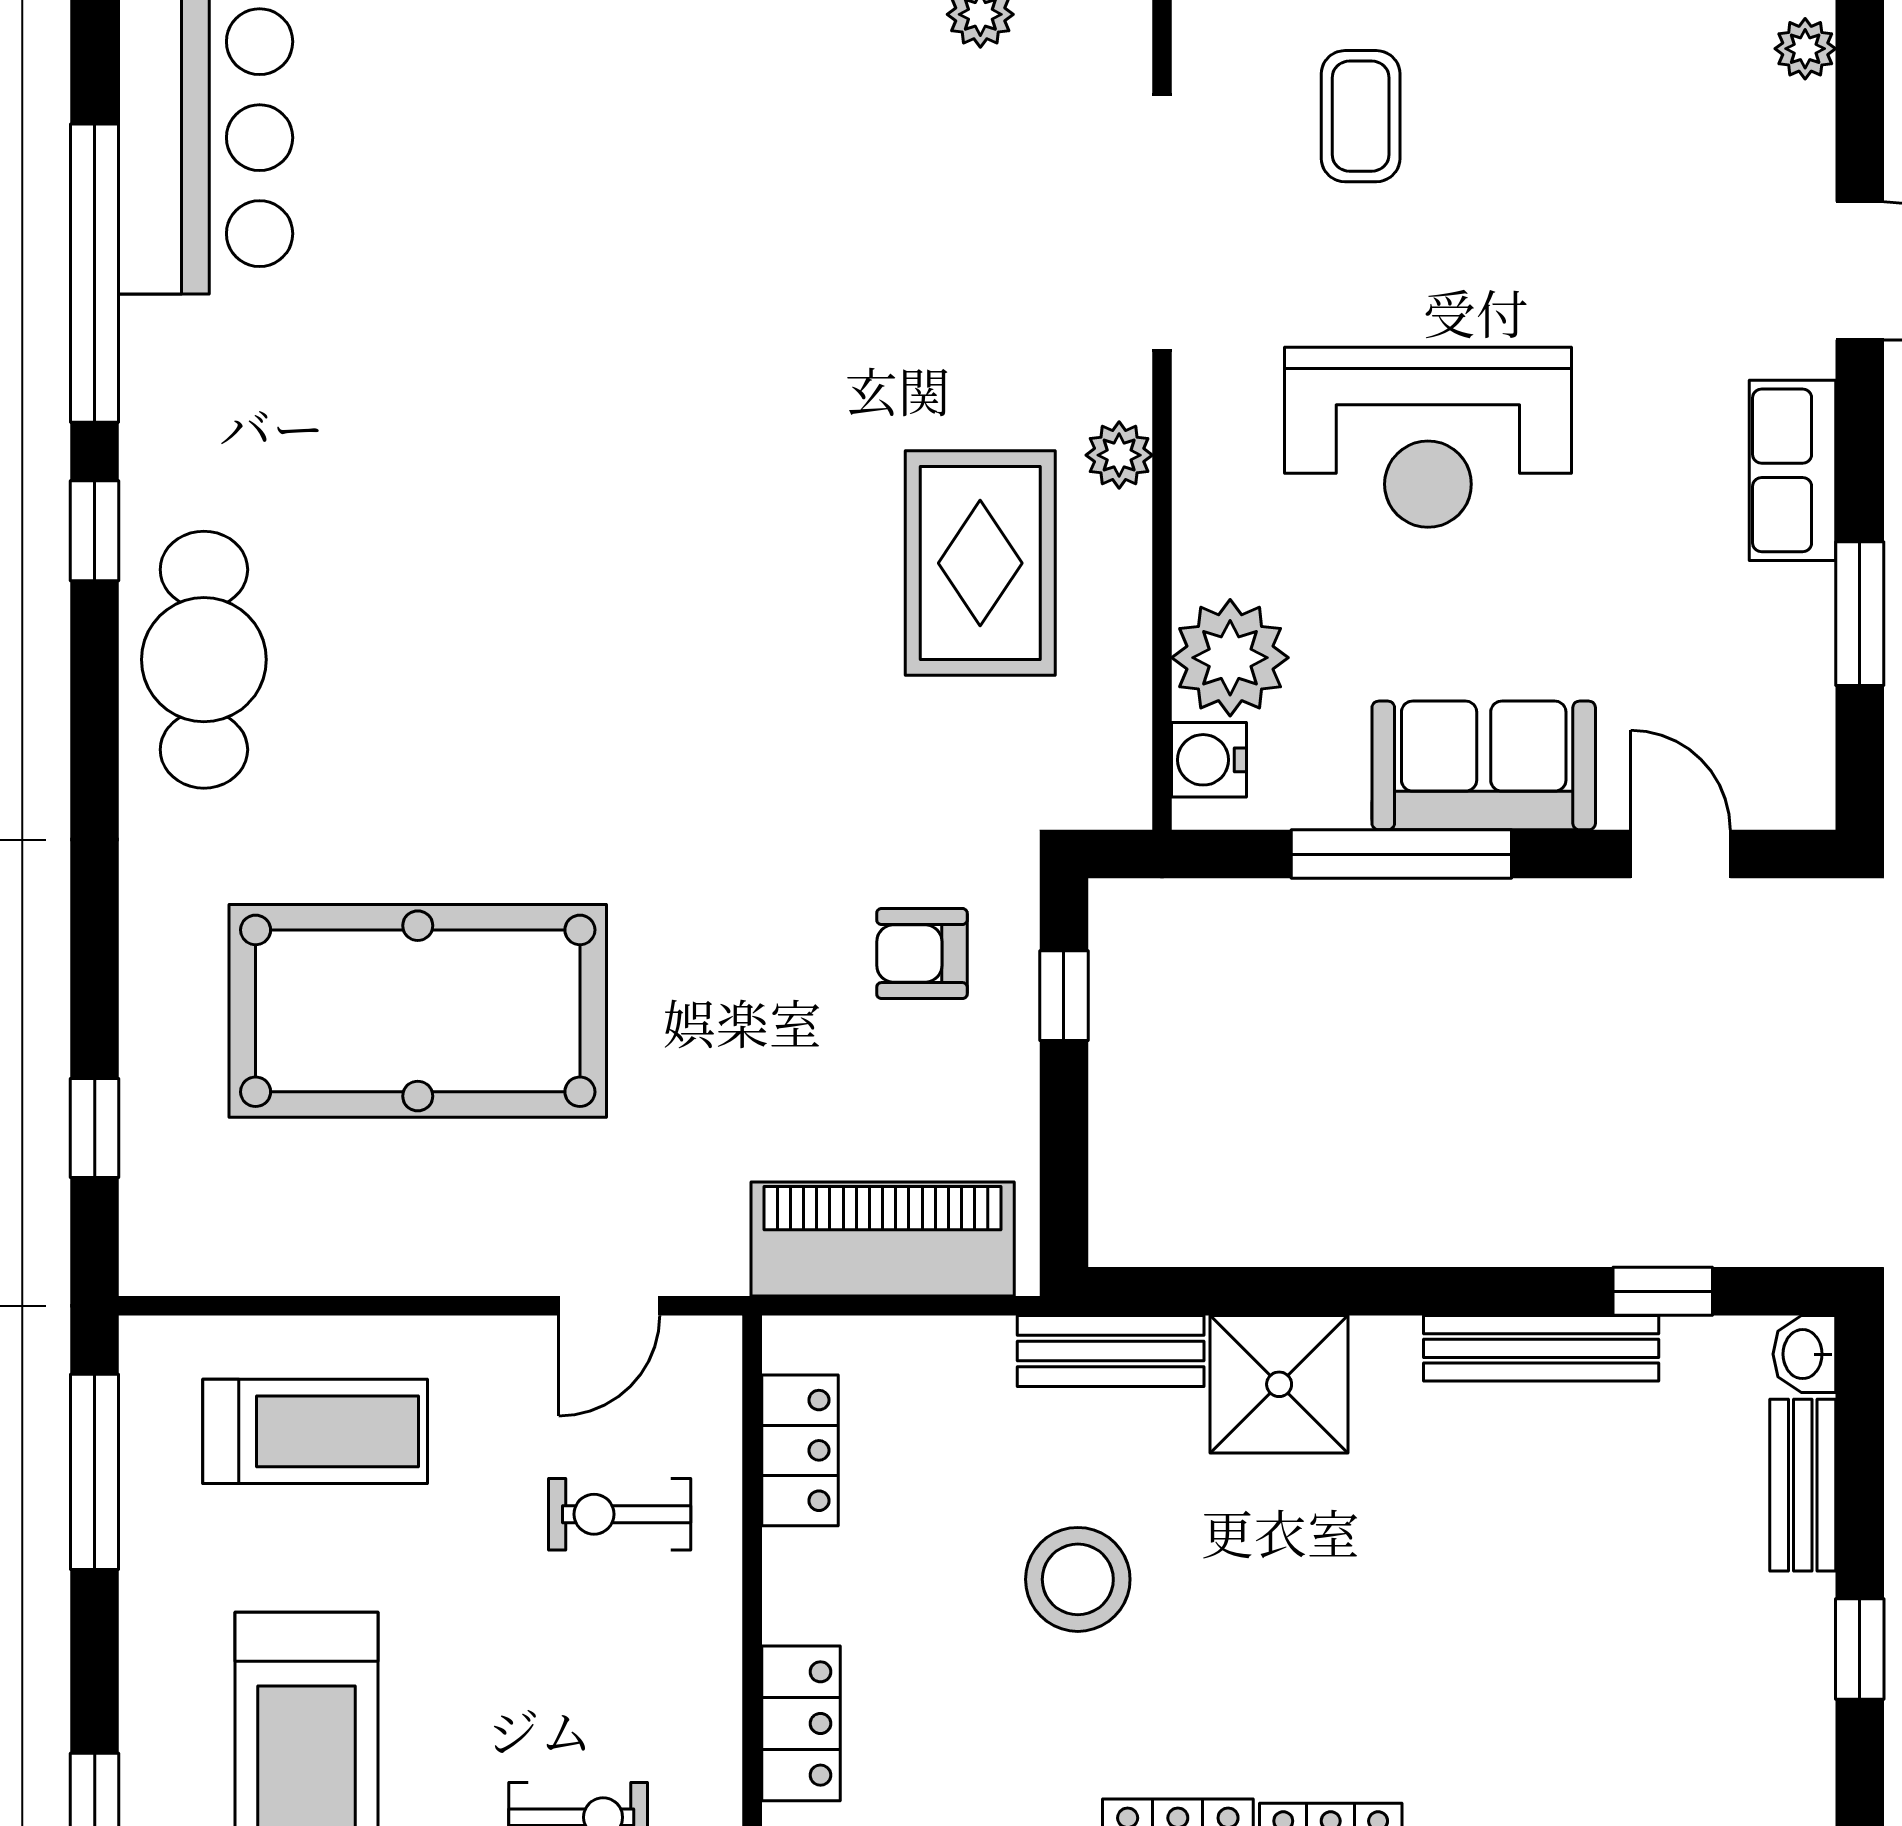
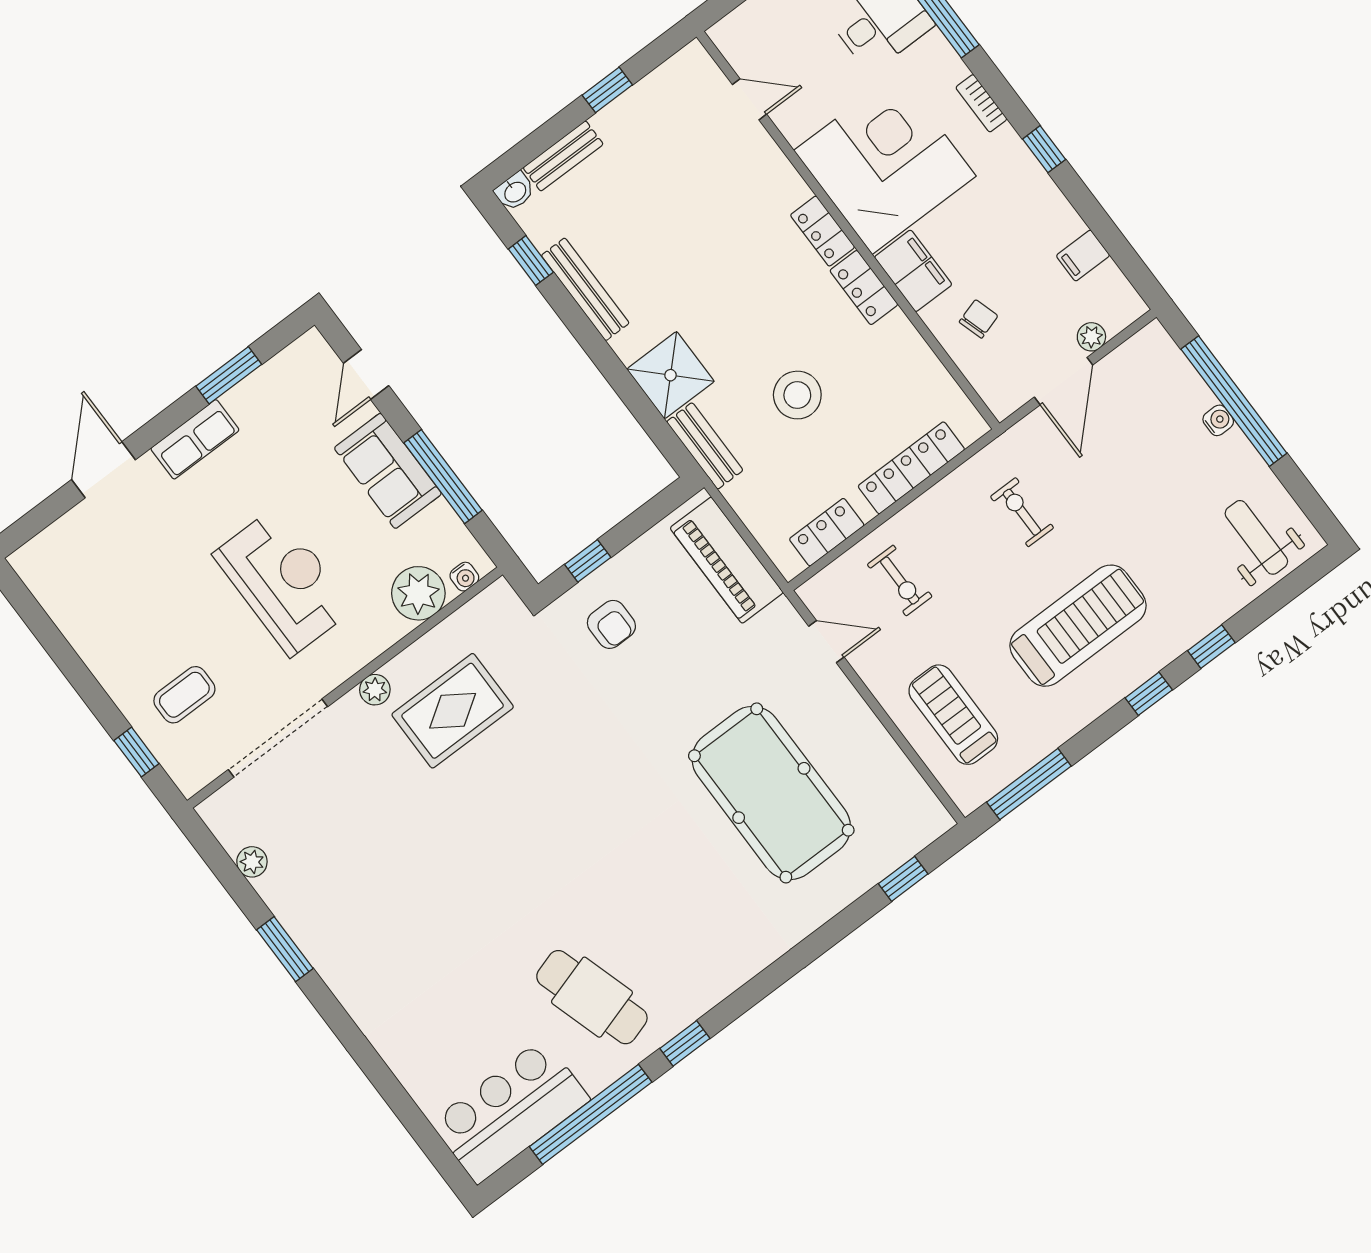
plant: (1805, 49) -> (37, 551), removed
cafe table: (204, 660) -> (592, 997), moved, turned 73
water cooler: (1209, 760) -> (464, 577), width x0.72, depth x0.72
locker: (801, 1723) -> (911, 468), width x1.53

